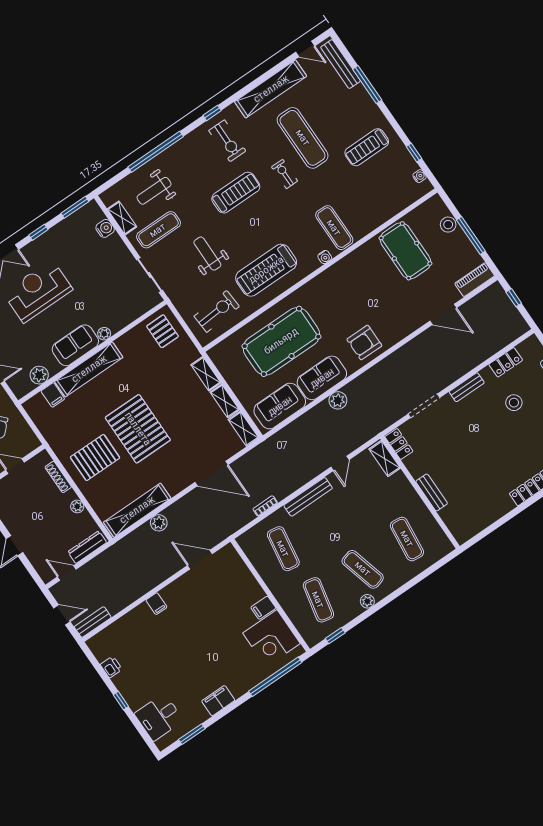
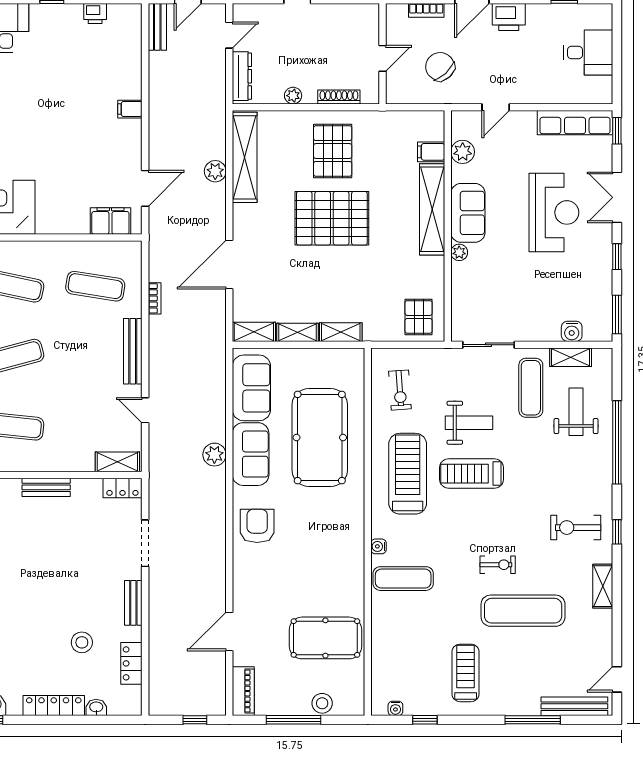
shelving: (271, 89) -> (603, 586), width x0.45, depth x0.75
treadmill: (236, 193) -> (472, 474), moved, turned 90
exercise bike: (217, 311) -> (400, 390), width x0.73, depth x0.72
pallet: (162, 331) -> (419, 317), turned 90
filing cabinet: (263, 608) -> (110, 221), moved, width x2.00

